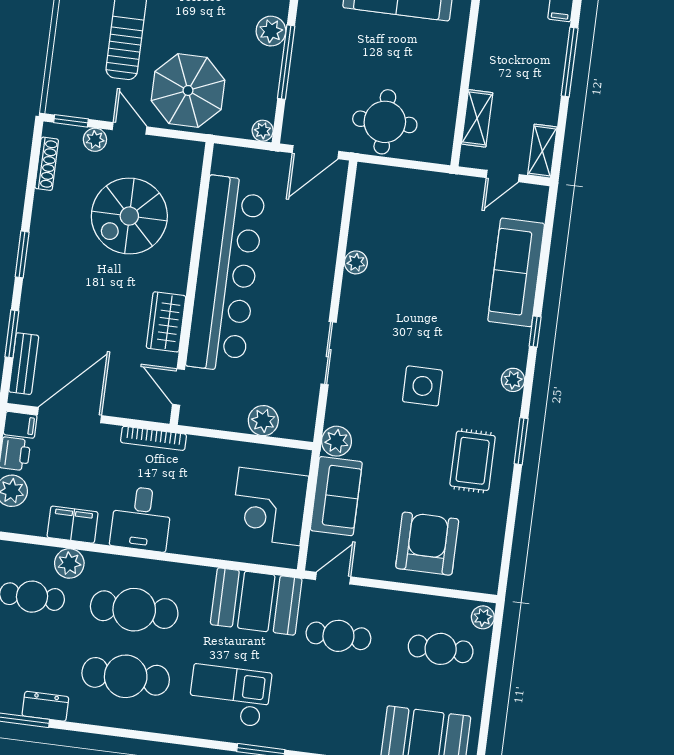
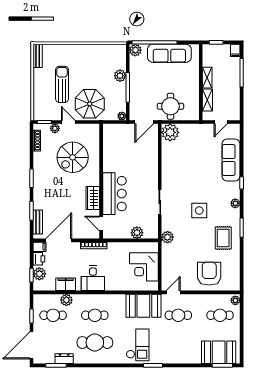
shelving: (542, 151) -> (207, 78), moved
plant: (356, 262) -> (170, 132), moved, width x1.87, depth x1.87
bar counter: (226, 274) -> (114, 194), width x0.54
sofa: (336, 496) -> (170, 259), removed
cafe table: (134, 610) -> (95, 315), width x0.73, depth x0.74
checkout: (230, 696) -> (138, 345), turned 90

